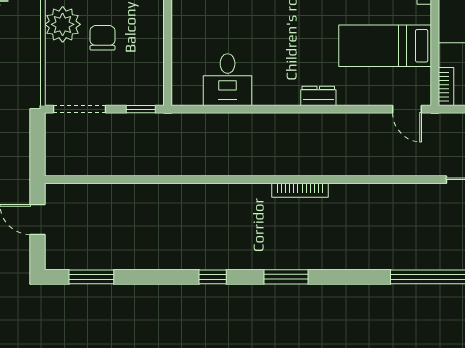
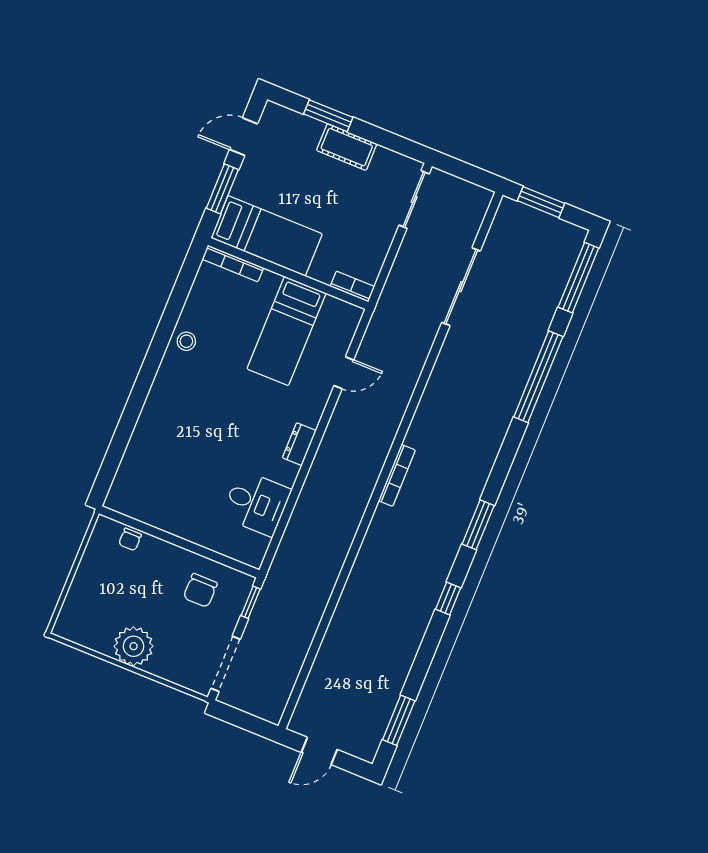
chair: (103, 38) -> (200, 590), moved, turned -90
dresser: (318, 96) -> (299, 444), moved
door: (407, 109) -> (344, 373), moved

